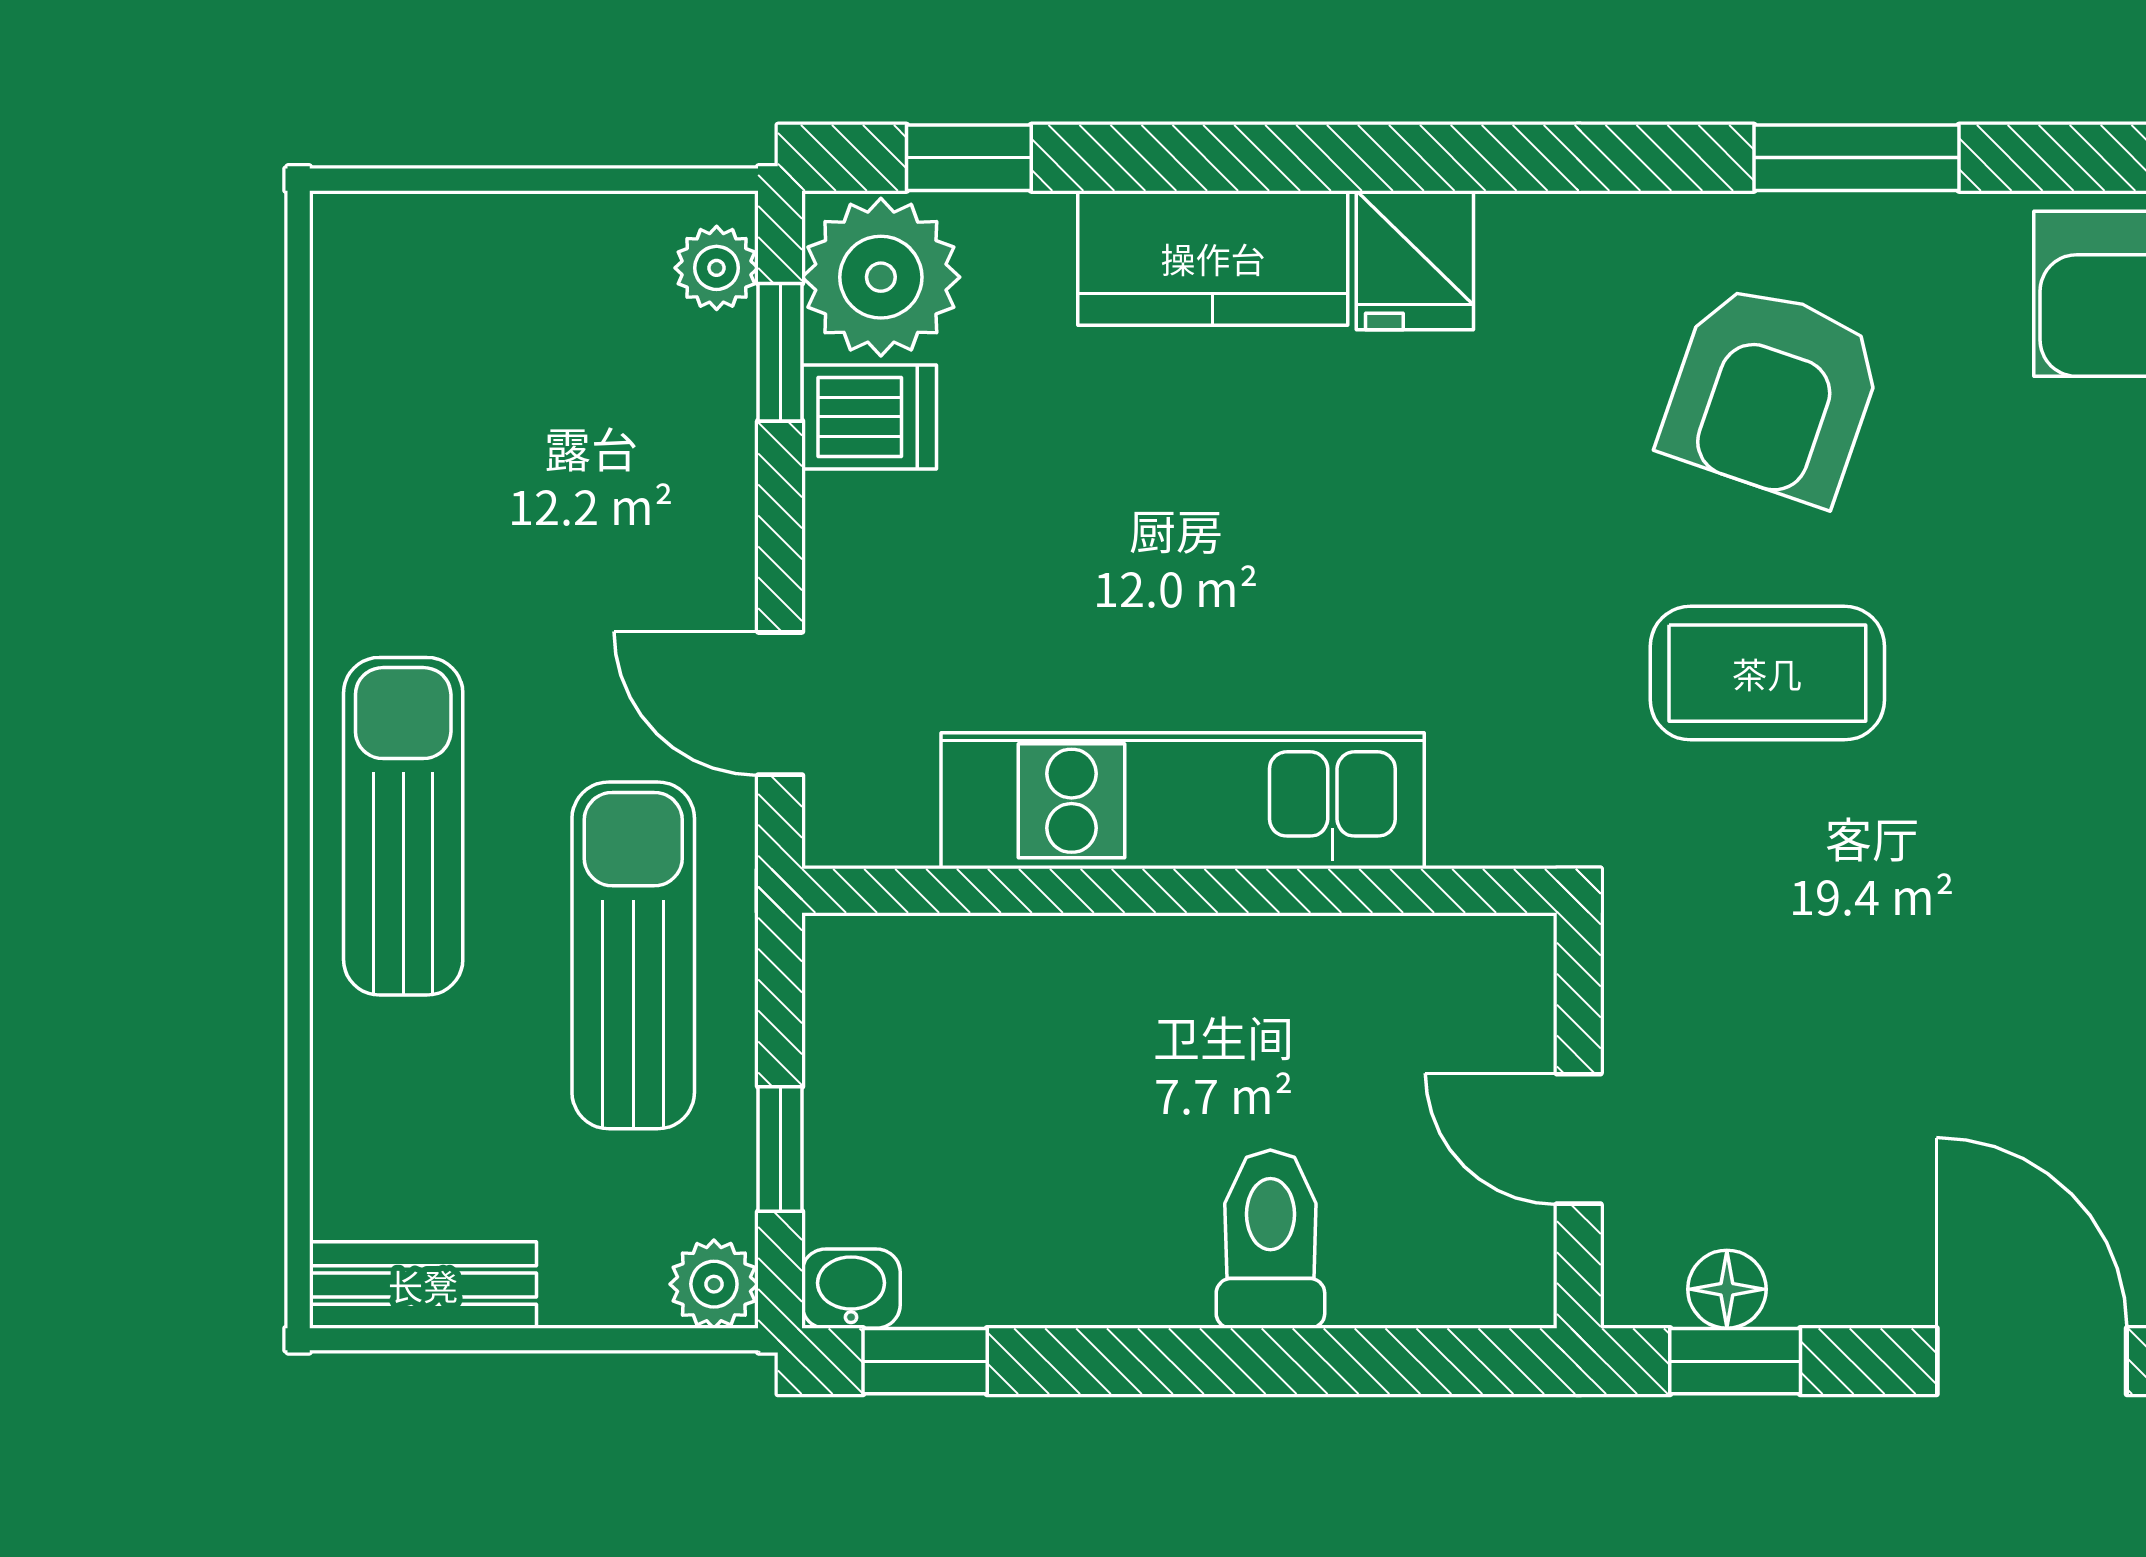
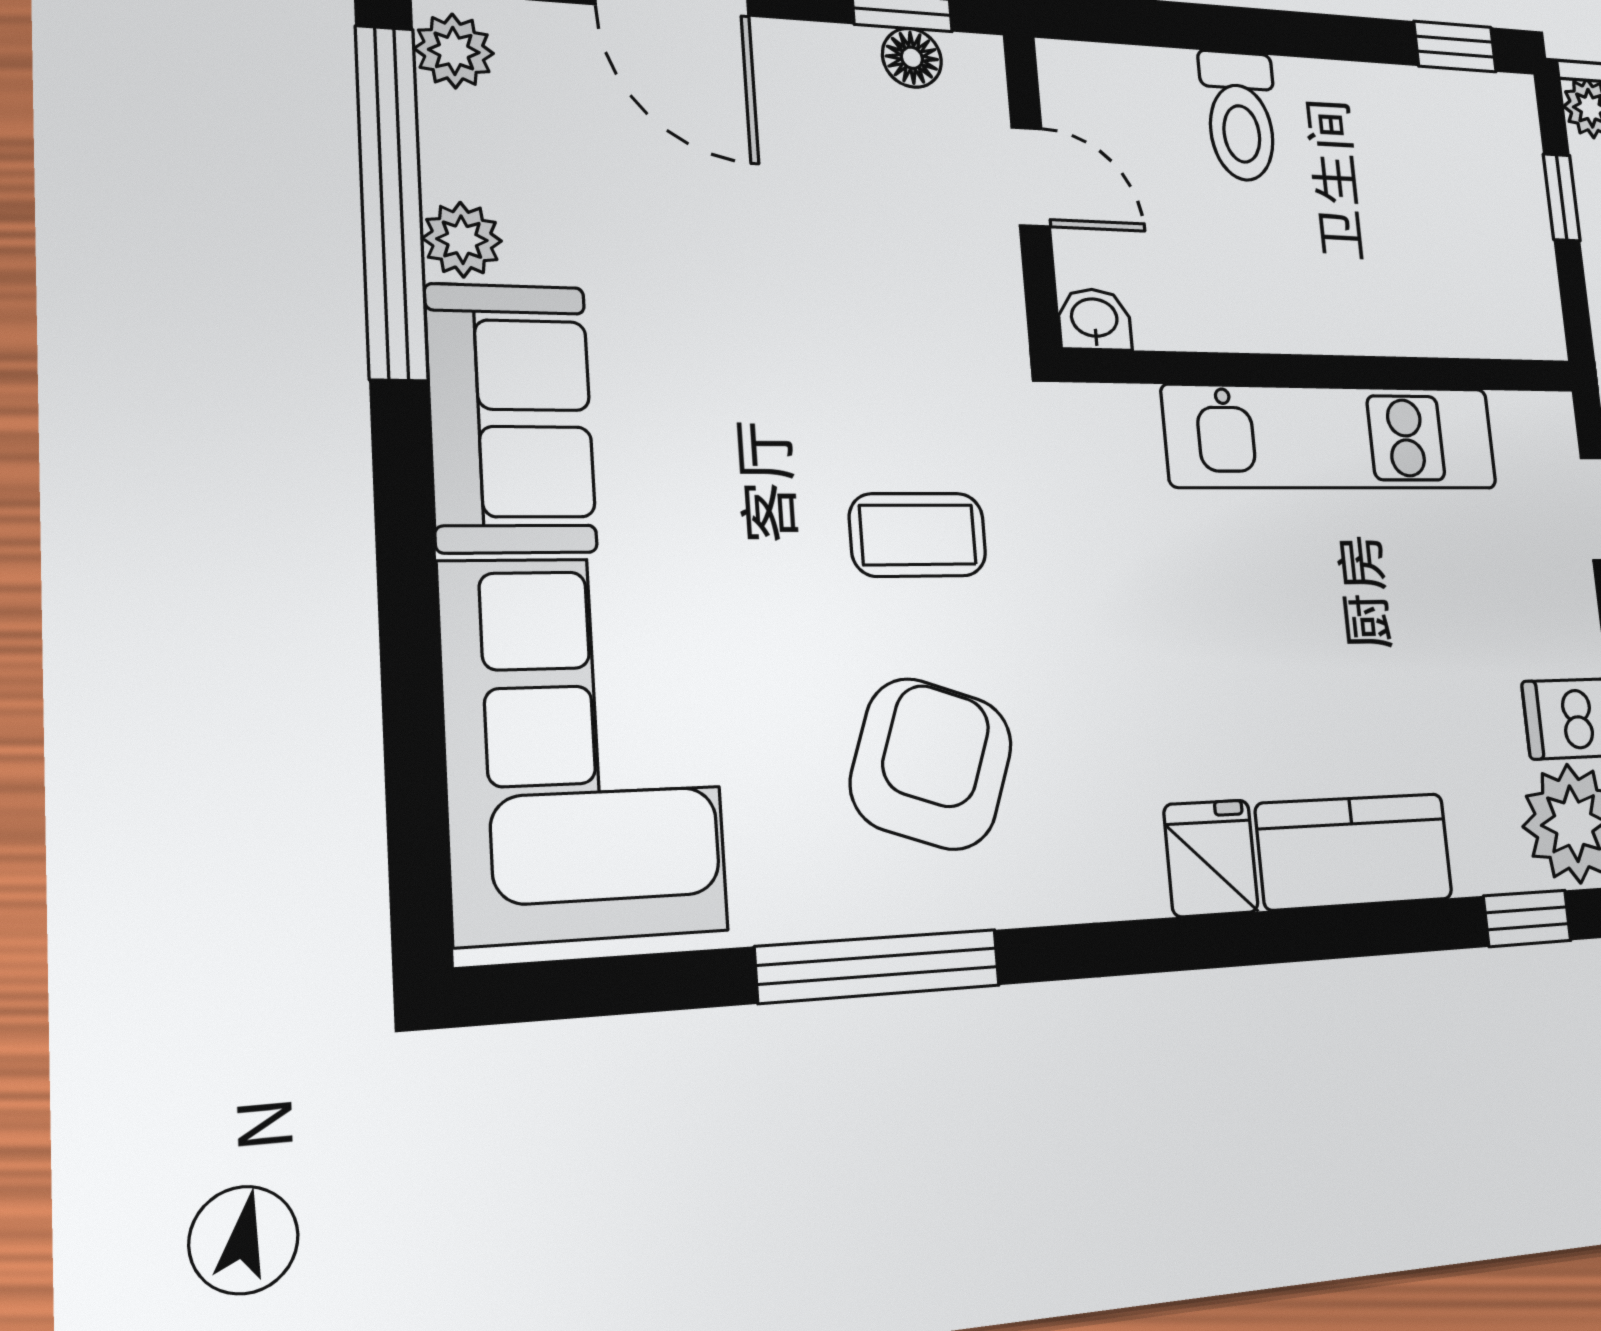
window: (1856, 158) -> (879, 966), width x1.44
coffee table: (1767, 673) -> (918, 535), width x0.73, depth x0.77
washbasin: (851, 1289) -> (1094, 319), moved, turned 180

